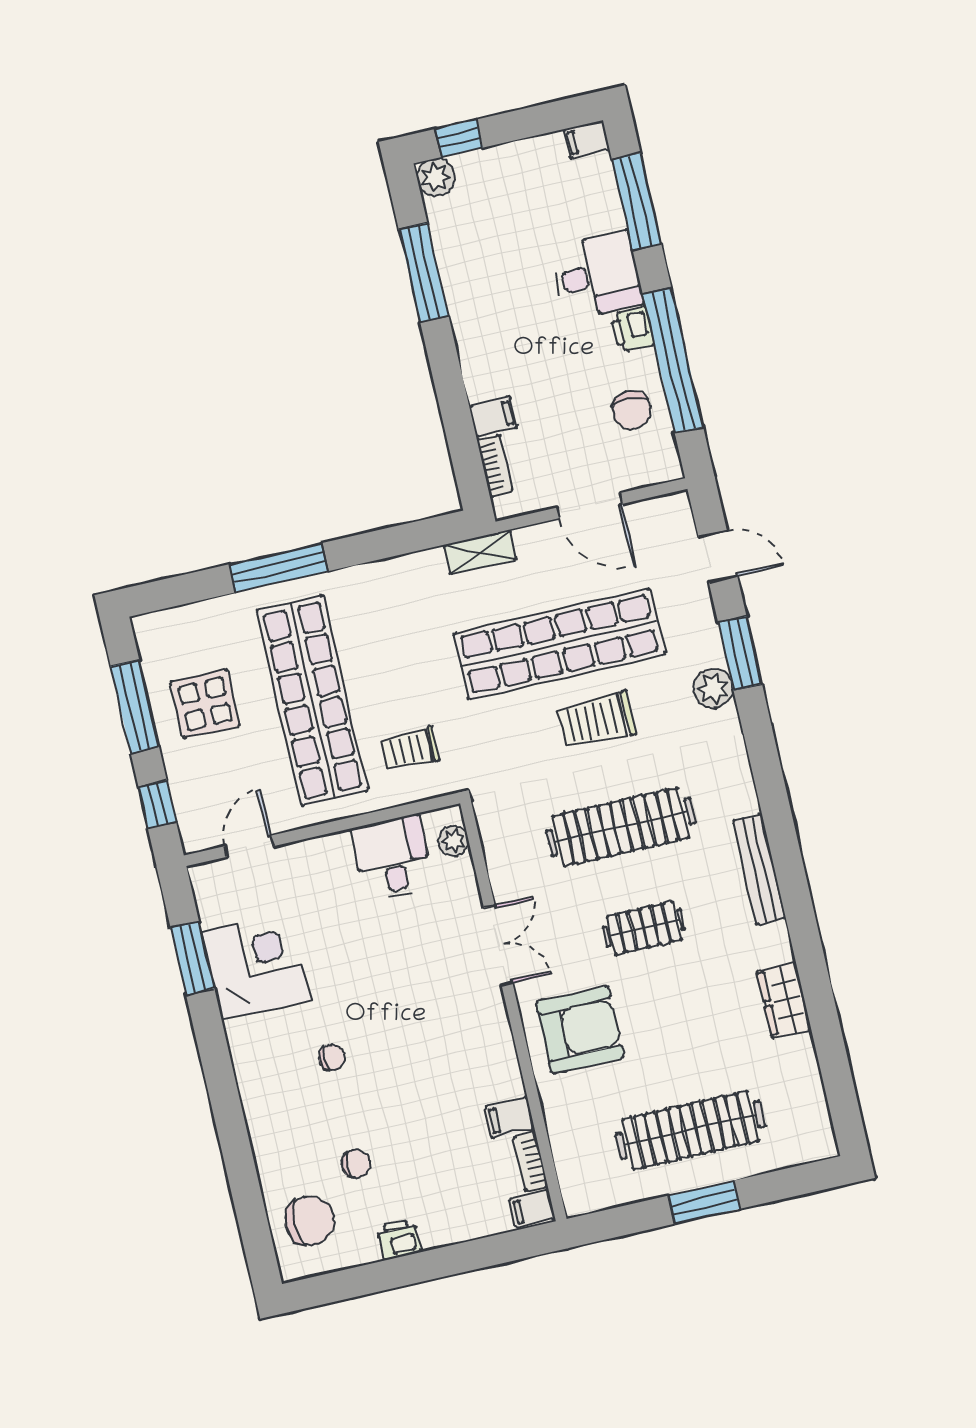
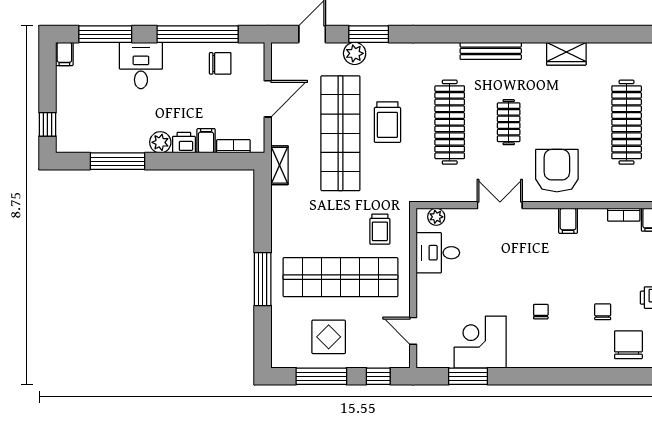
plant: (436, 177) -> (160, 142), moved
printer: (632, 329) -> (184, 143), moved, turned 180
plant: (713, 688) -> (355, 53), moved
filing cabinet: (510, 1117) -> (568, 221), moved

